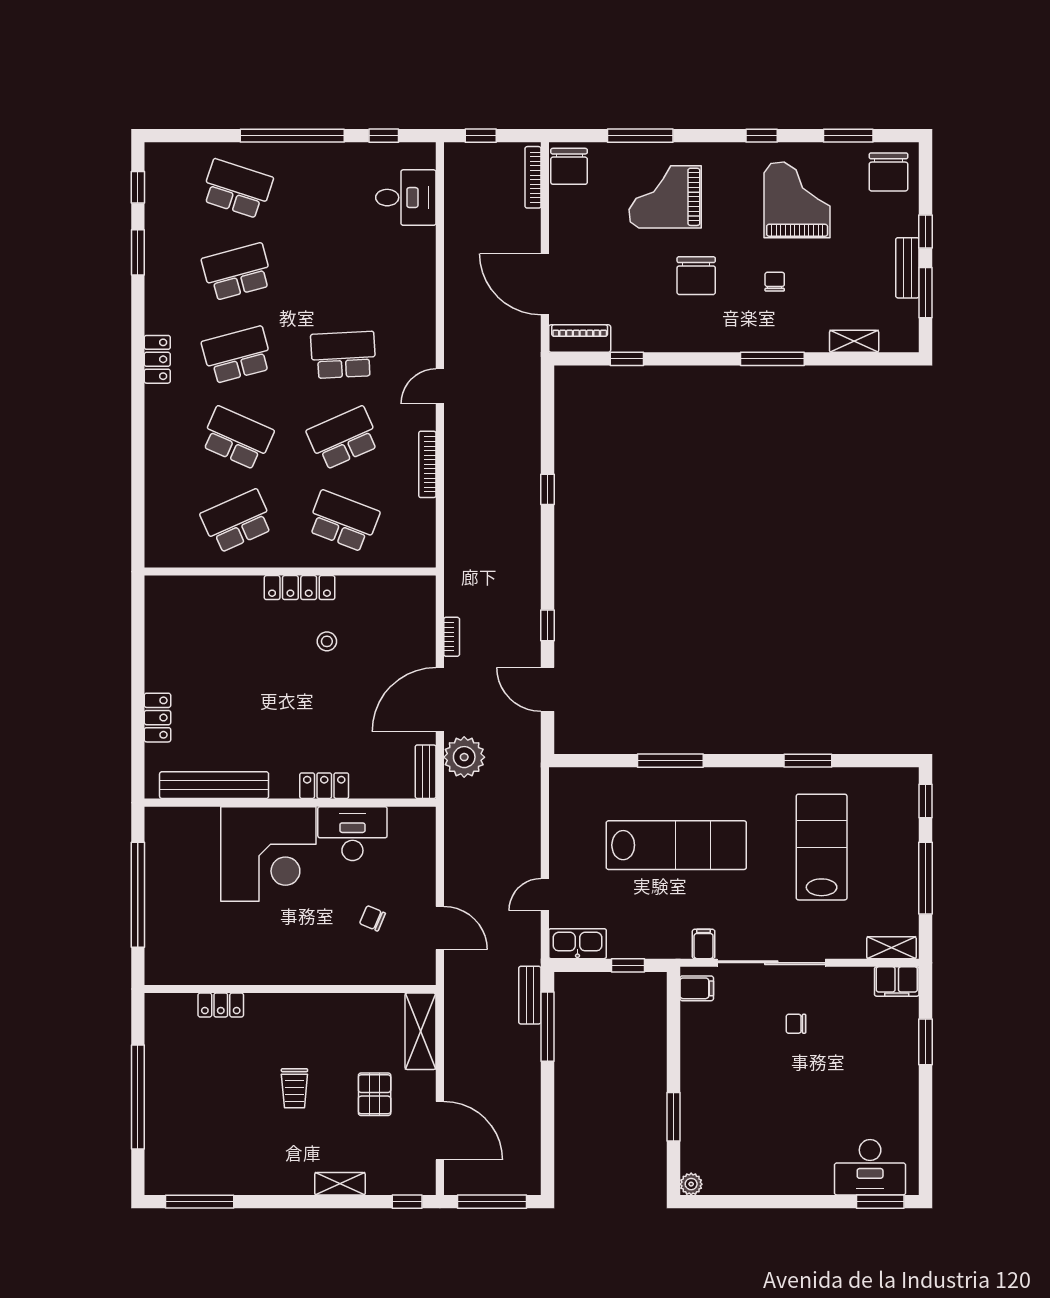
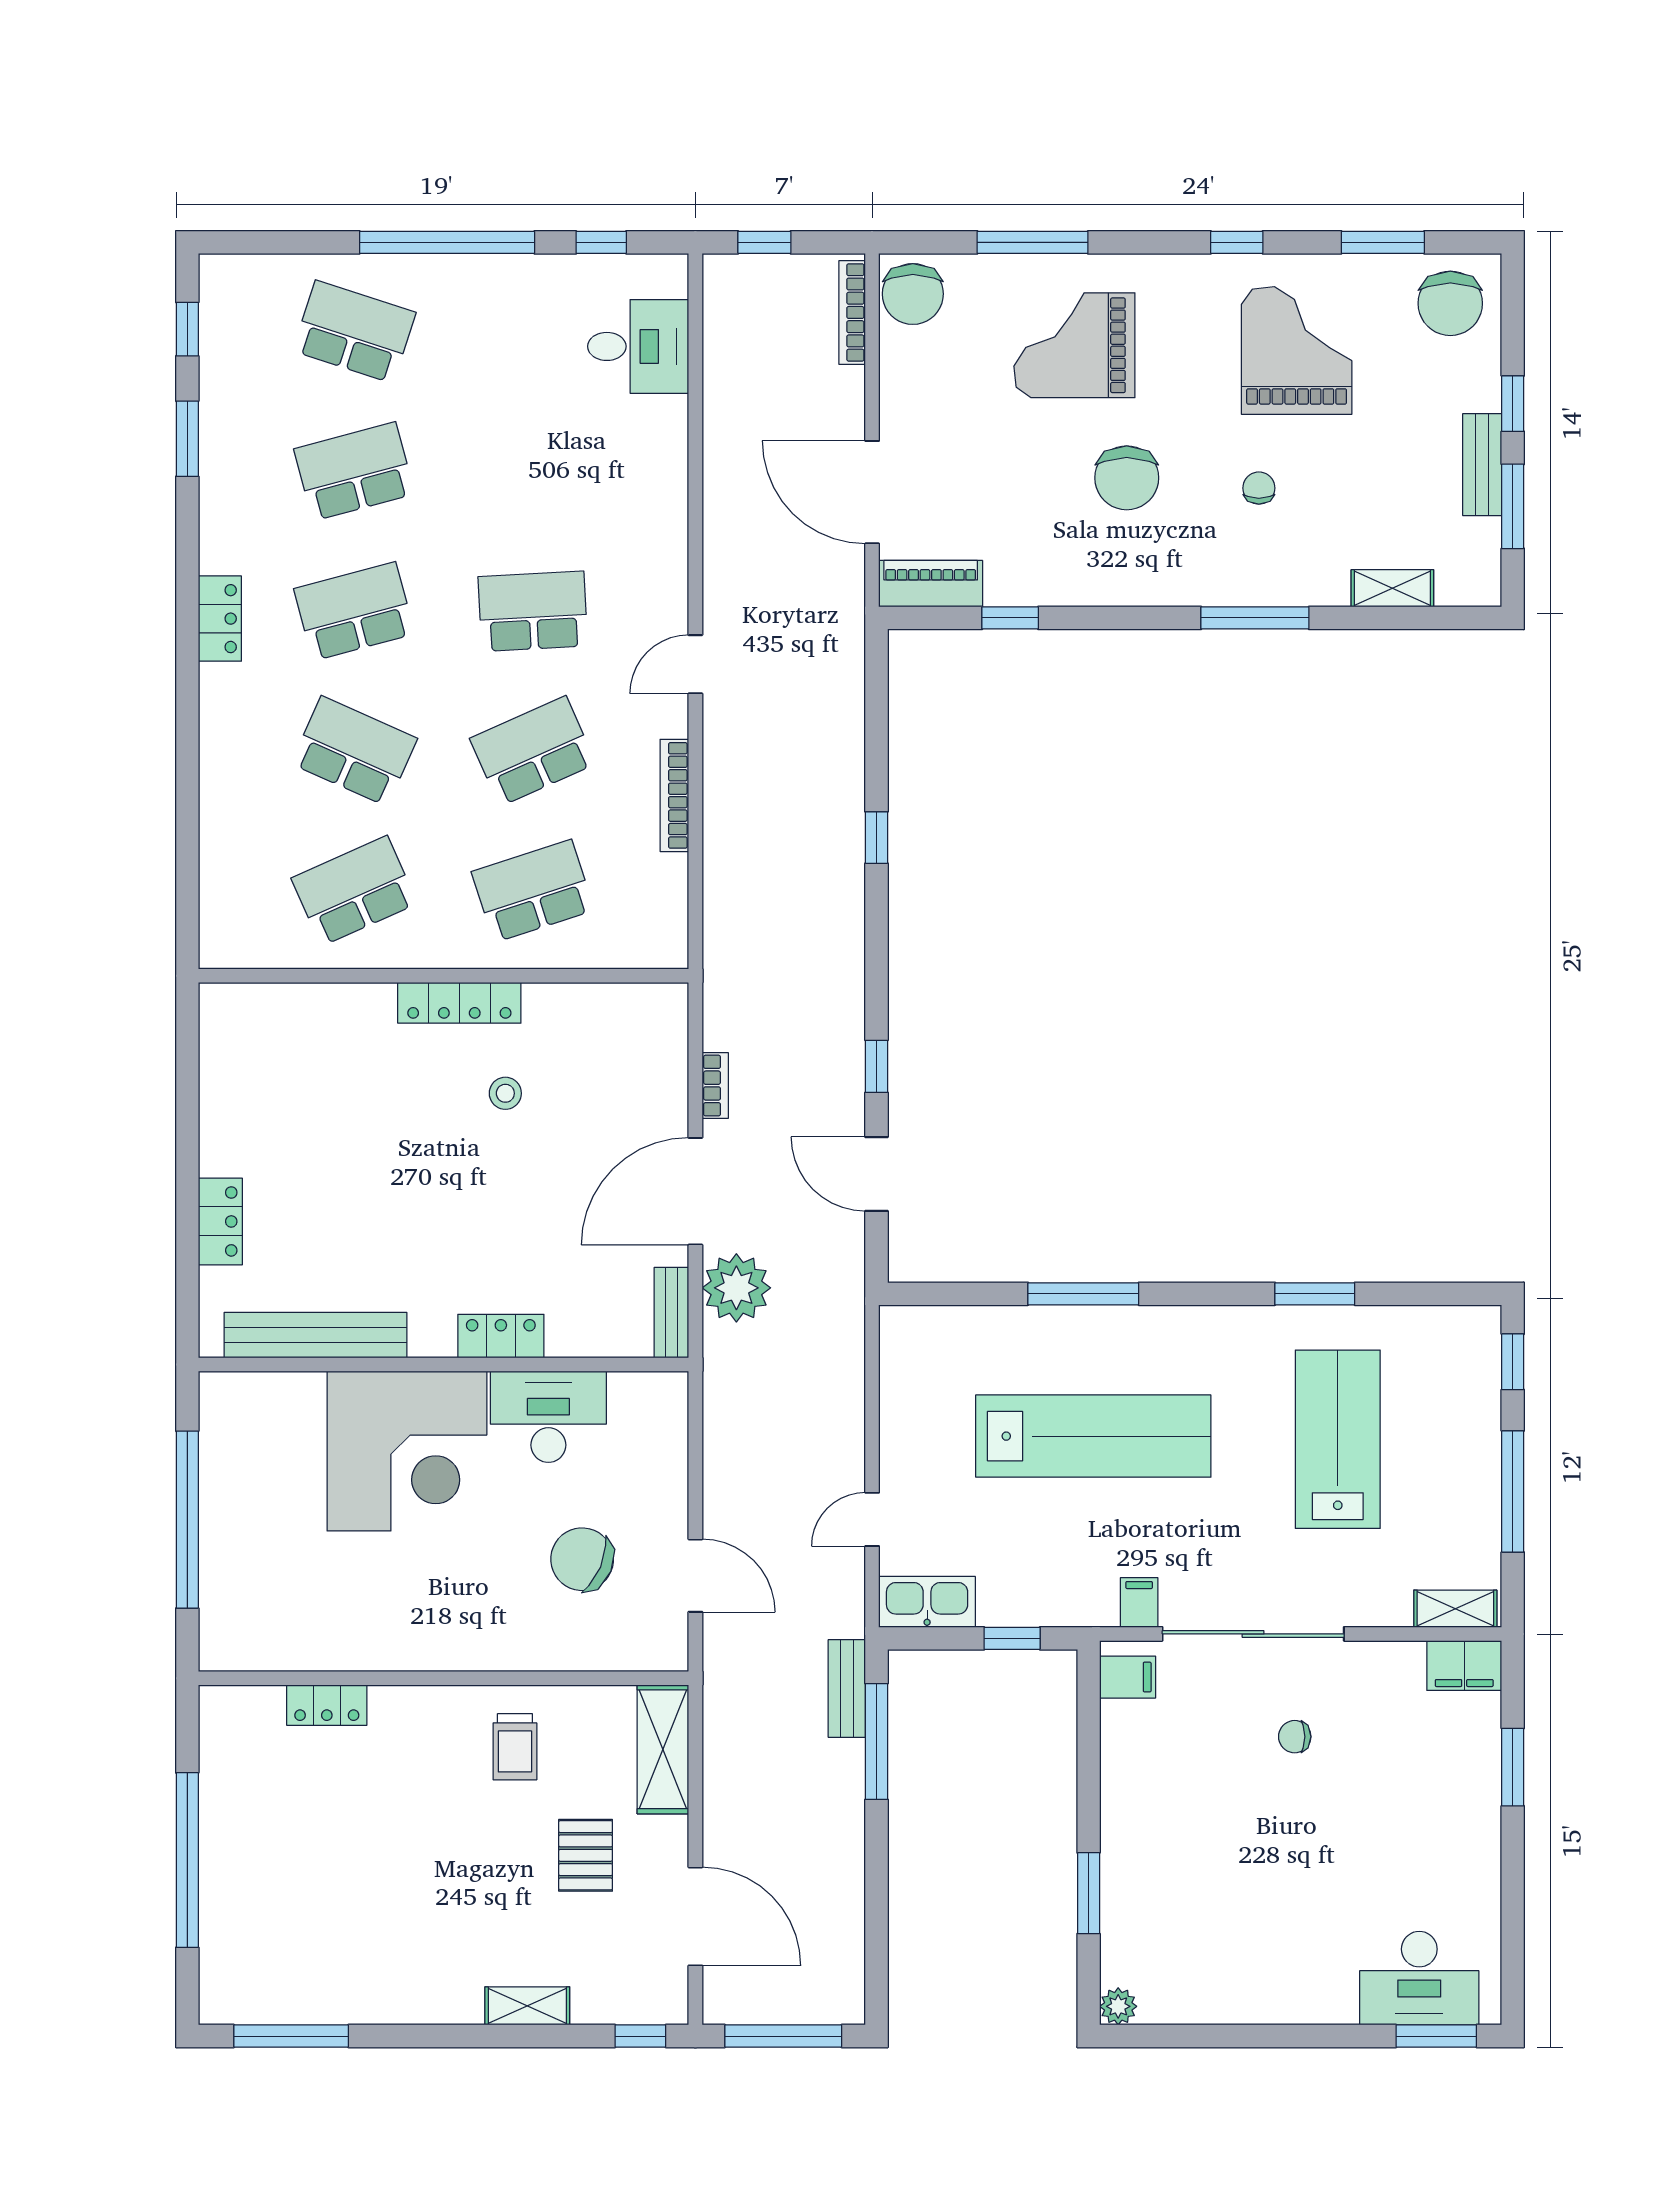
school desk: (343, 521) -> (533, 891), turned -39
chair: (373, 918) -> (582, 1559), width x1.87, depth x1.87
trolley: (294, 1088) -> (515, 1747), moved

